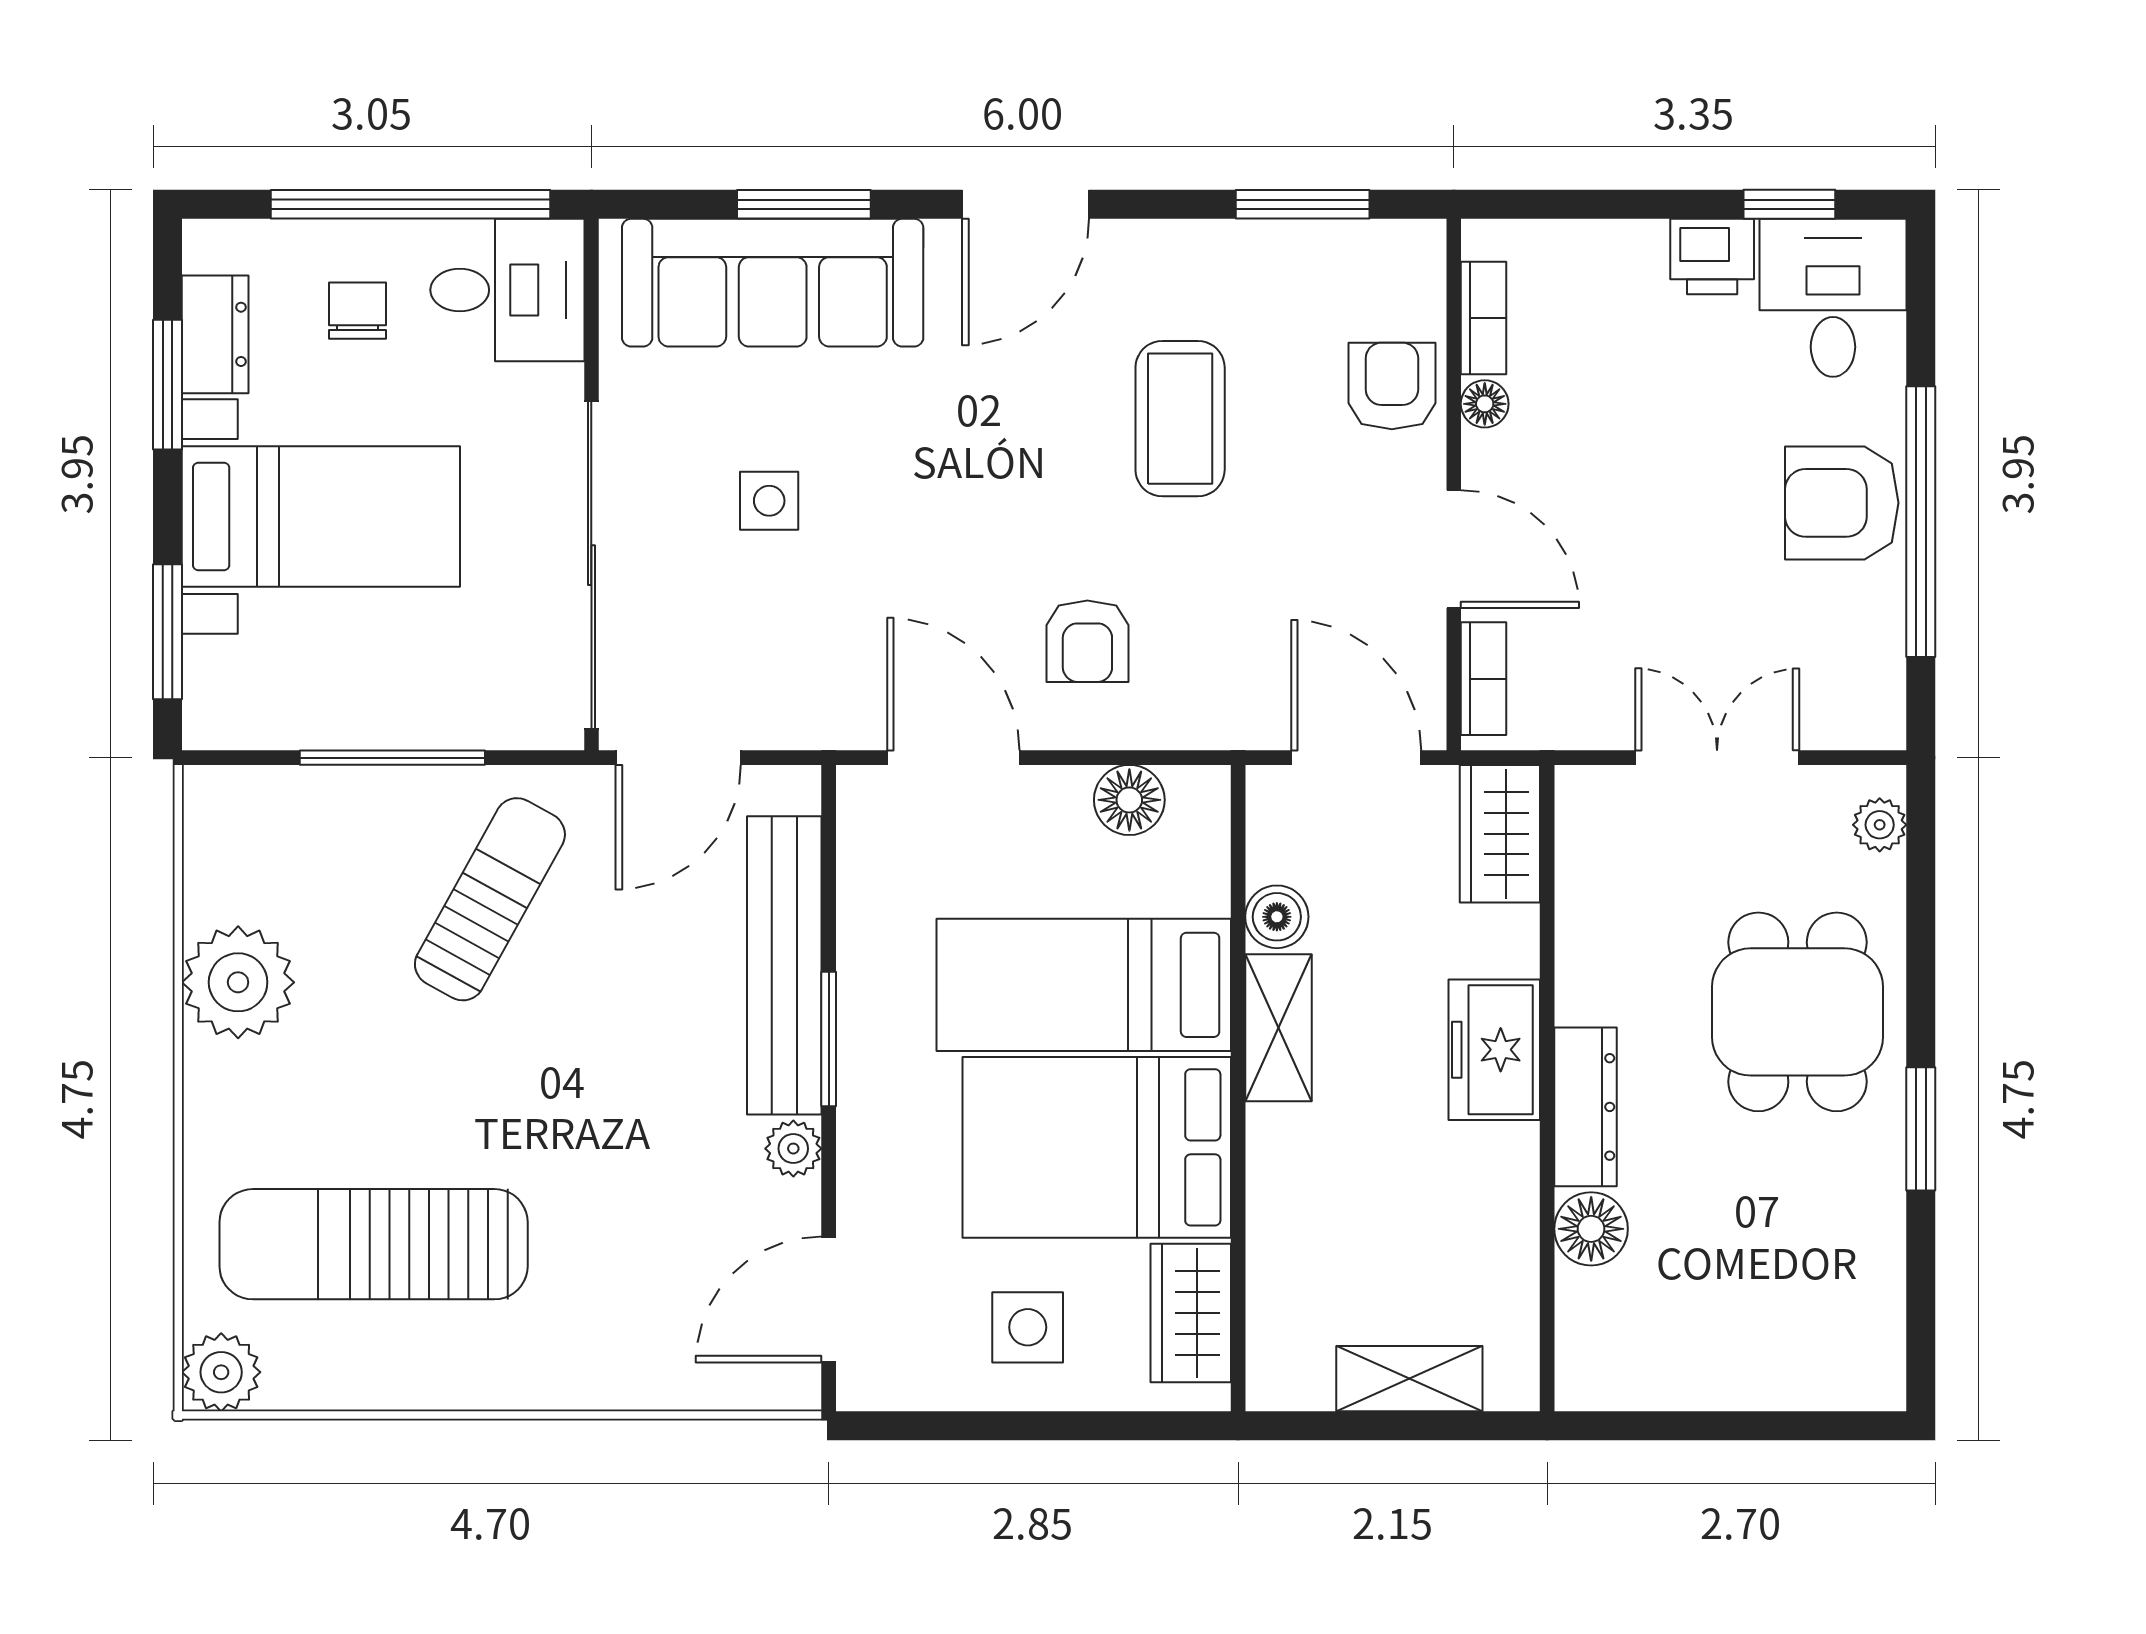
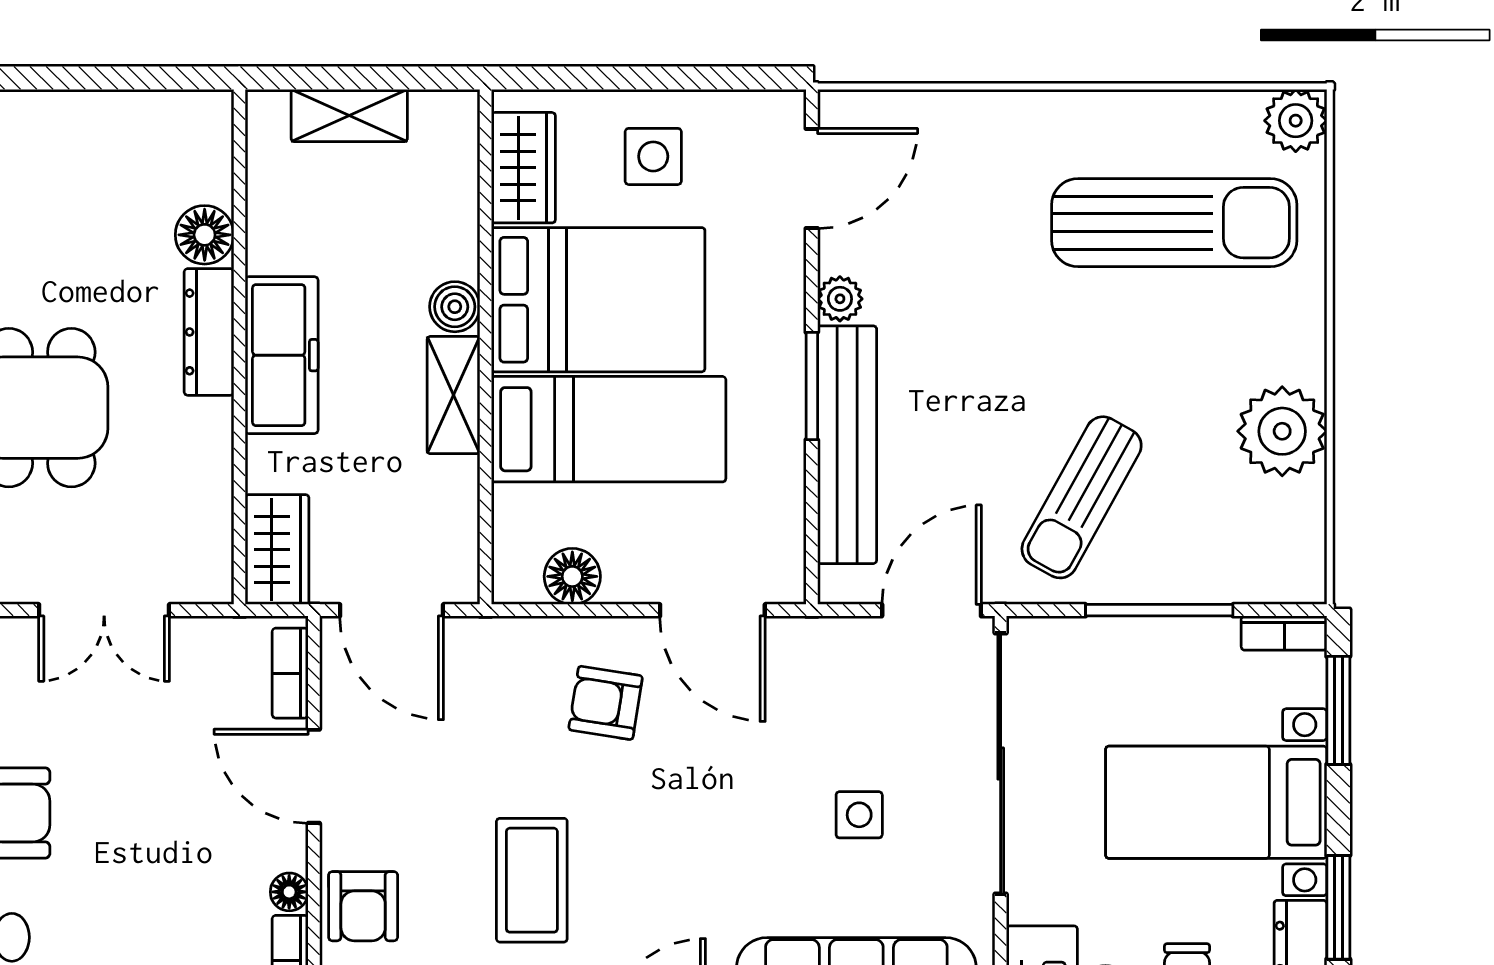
armchair: (1087, 641) -> (606, 703), turned -81
bookcase: (236, 729) -> (1284, 633), added
boiler: (1277, 917) -> (455, 307), moved
freezer: (1494, 1050) -> (282, 355), width x1.40

